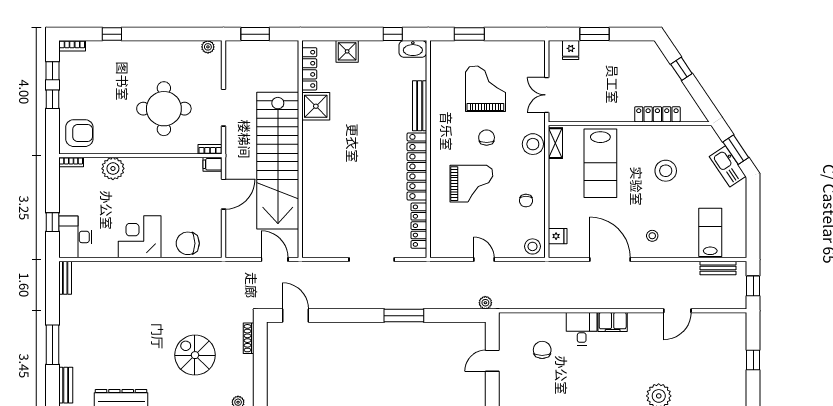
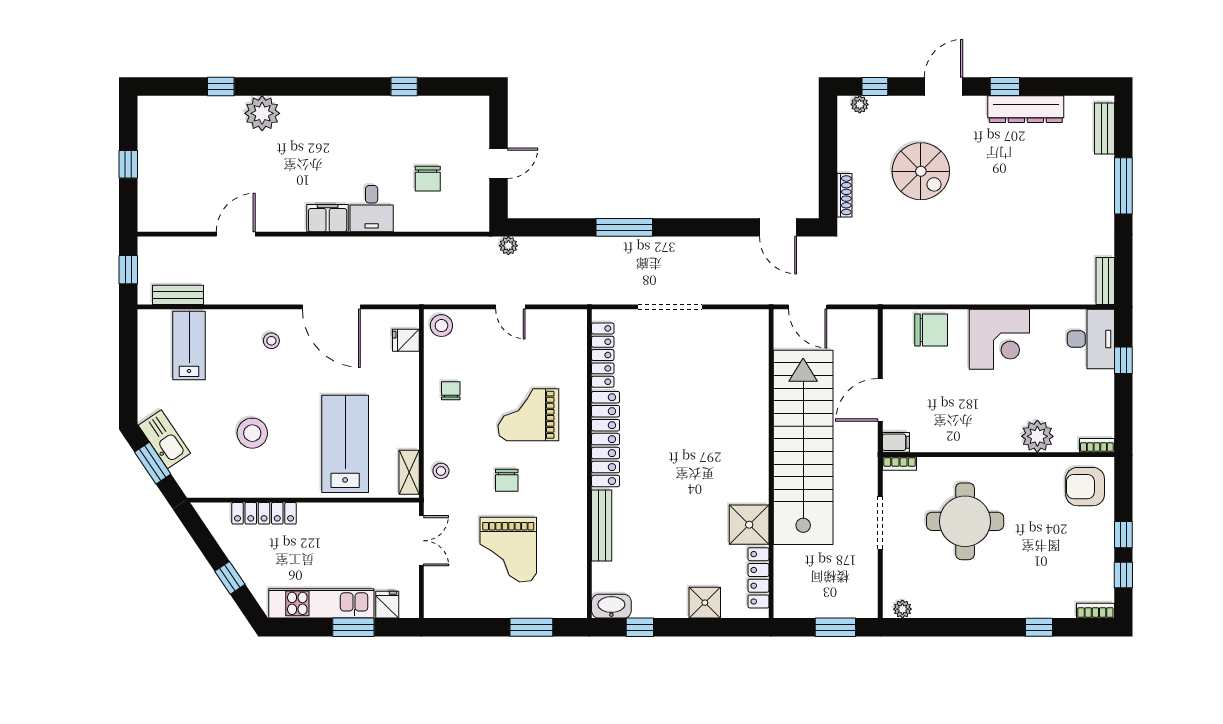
kitchen unit: (617, 51) -> (321, 603), added
stool: (533, 144) -> (441, 471), width x0.53, depth x0.53
lab bench: (710, 232) -> (189, 346), turned 180

